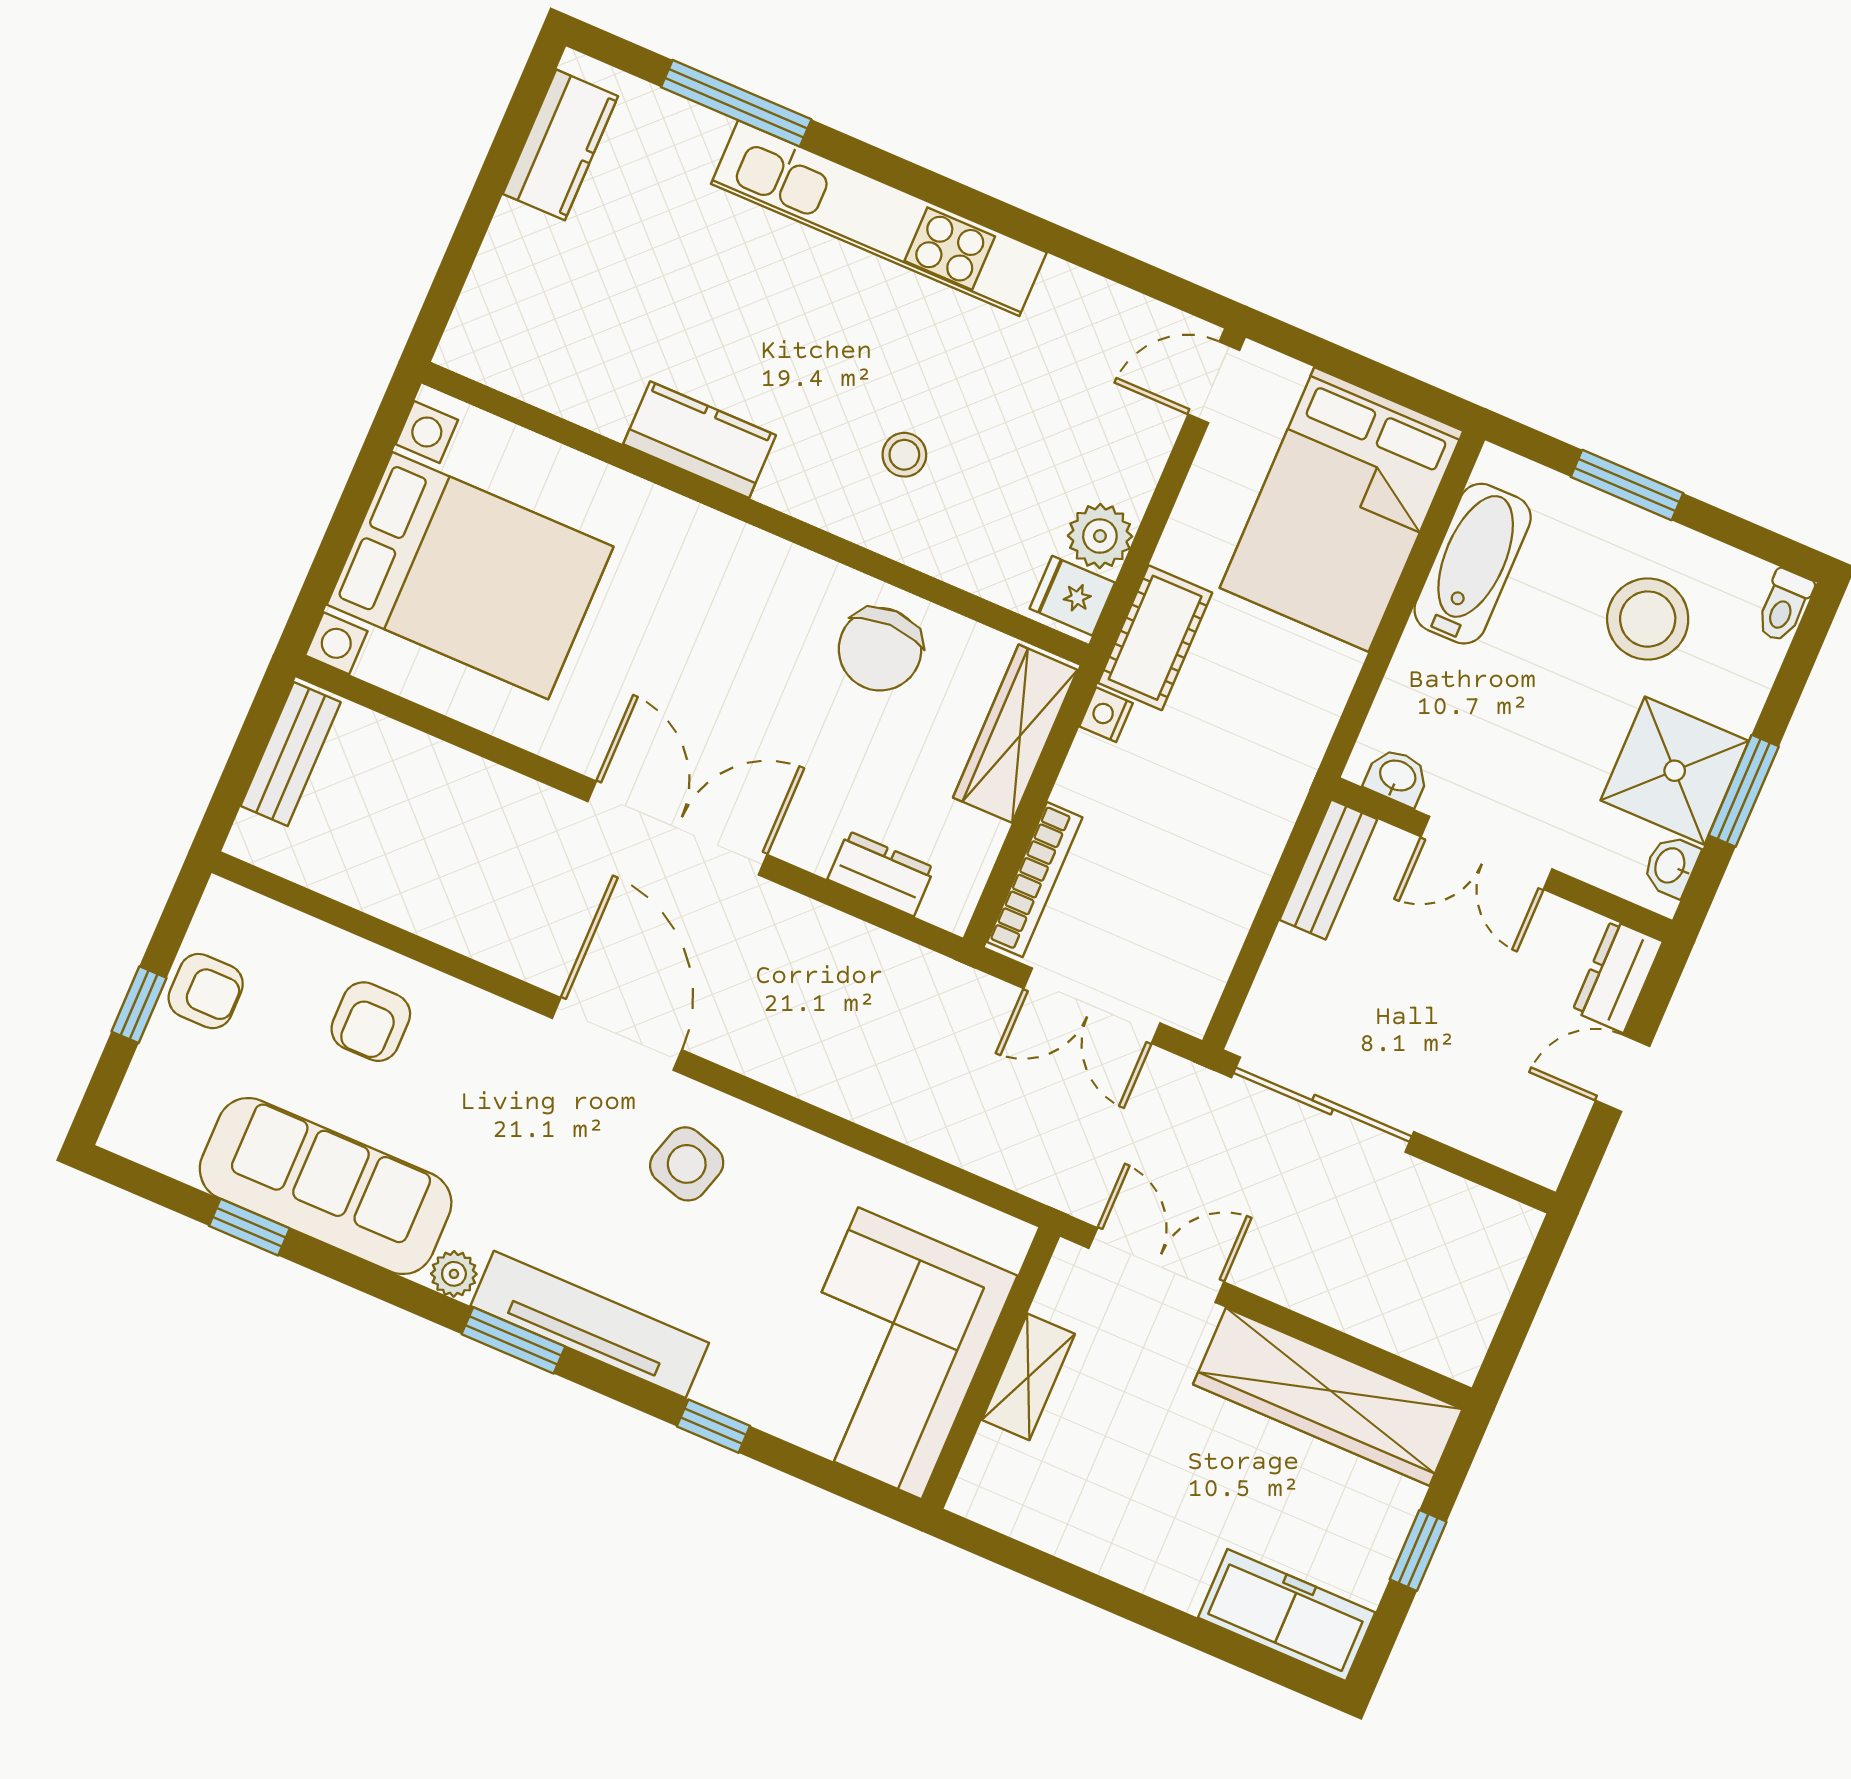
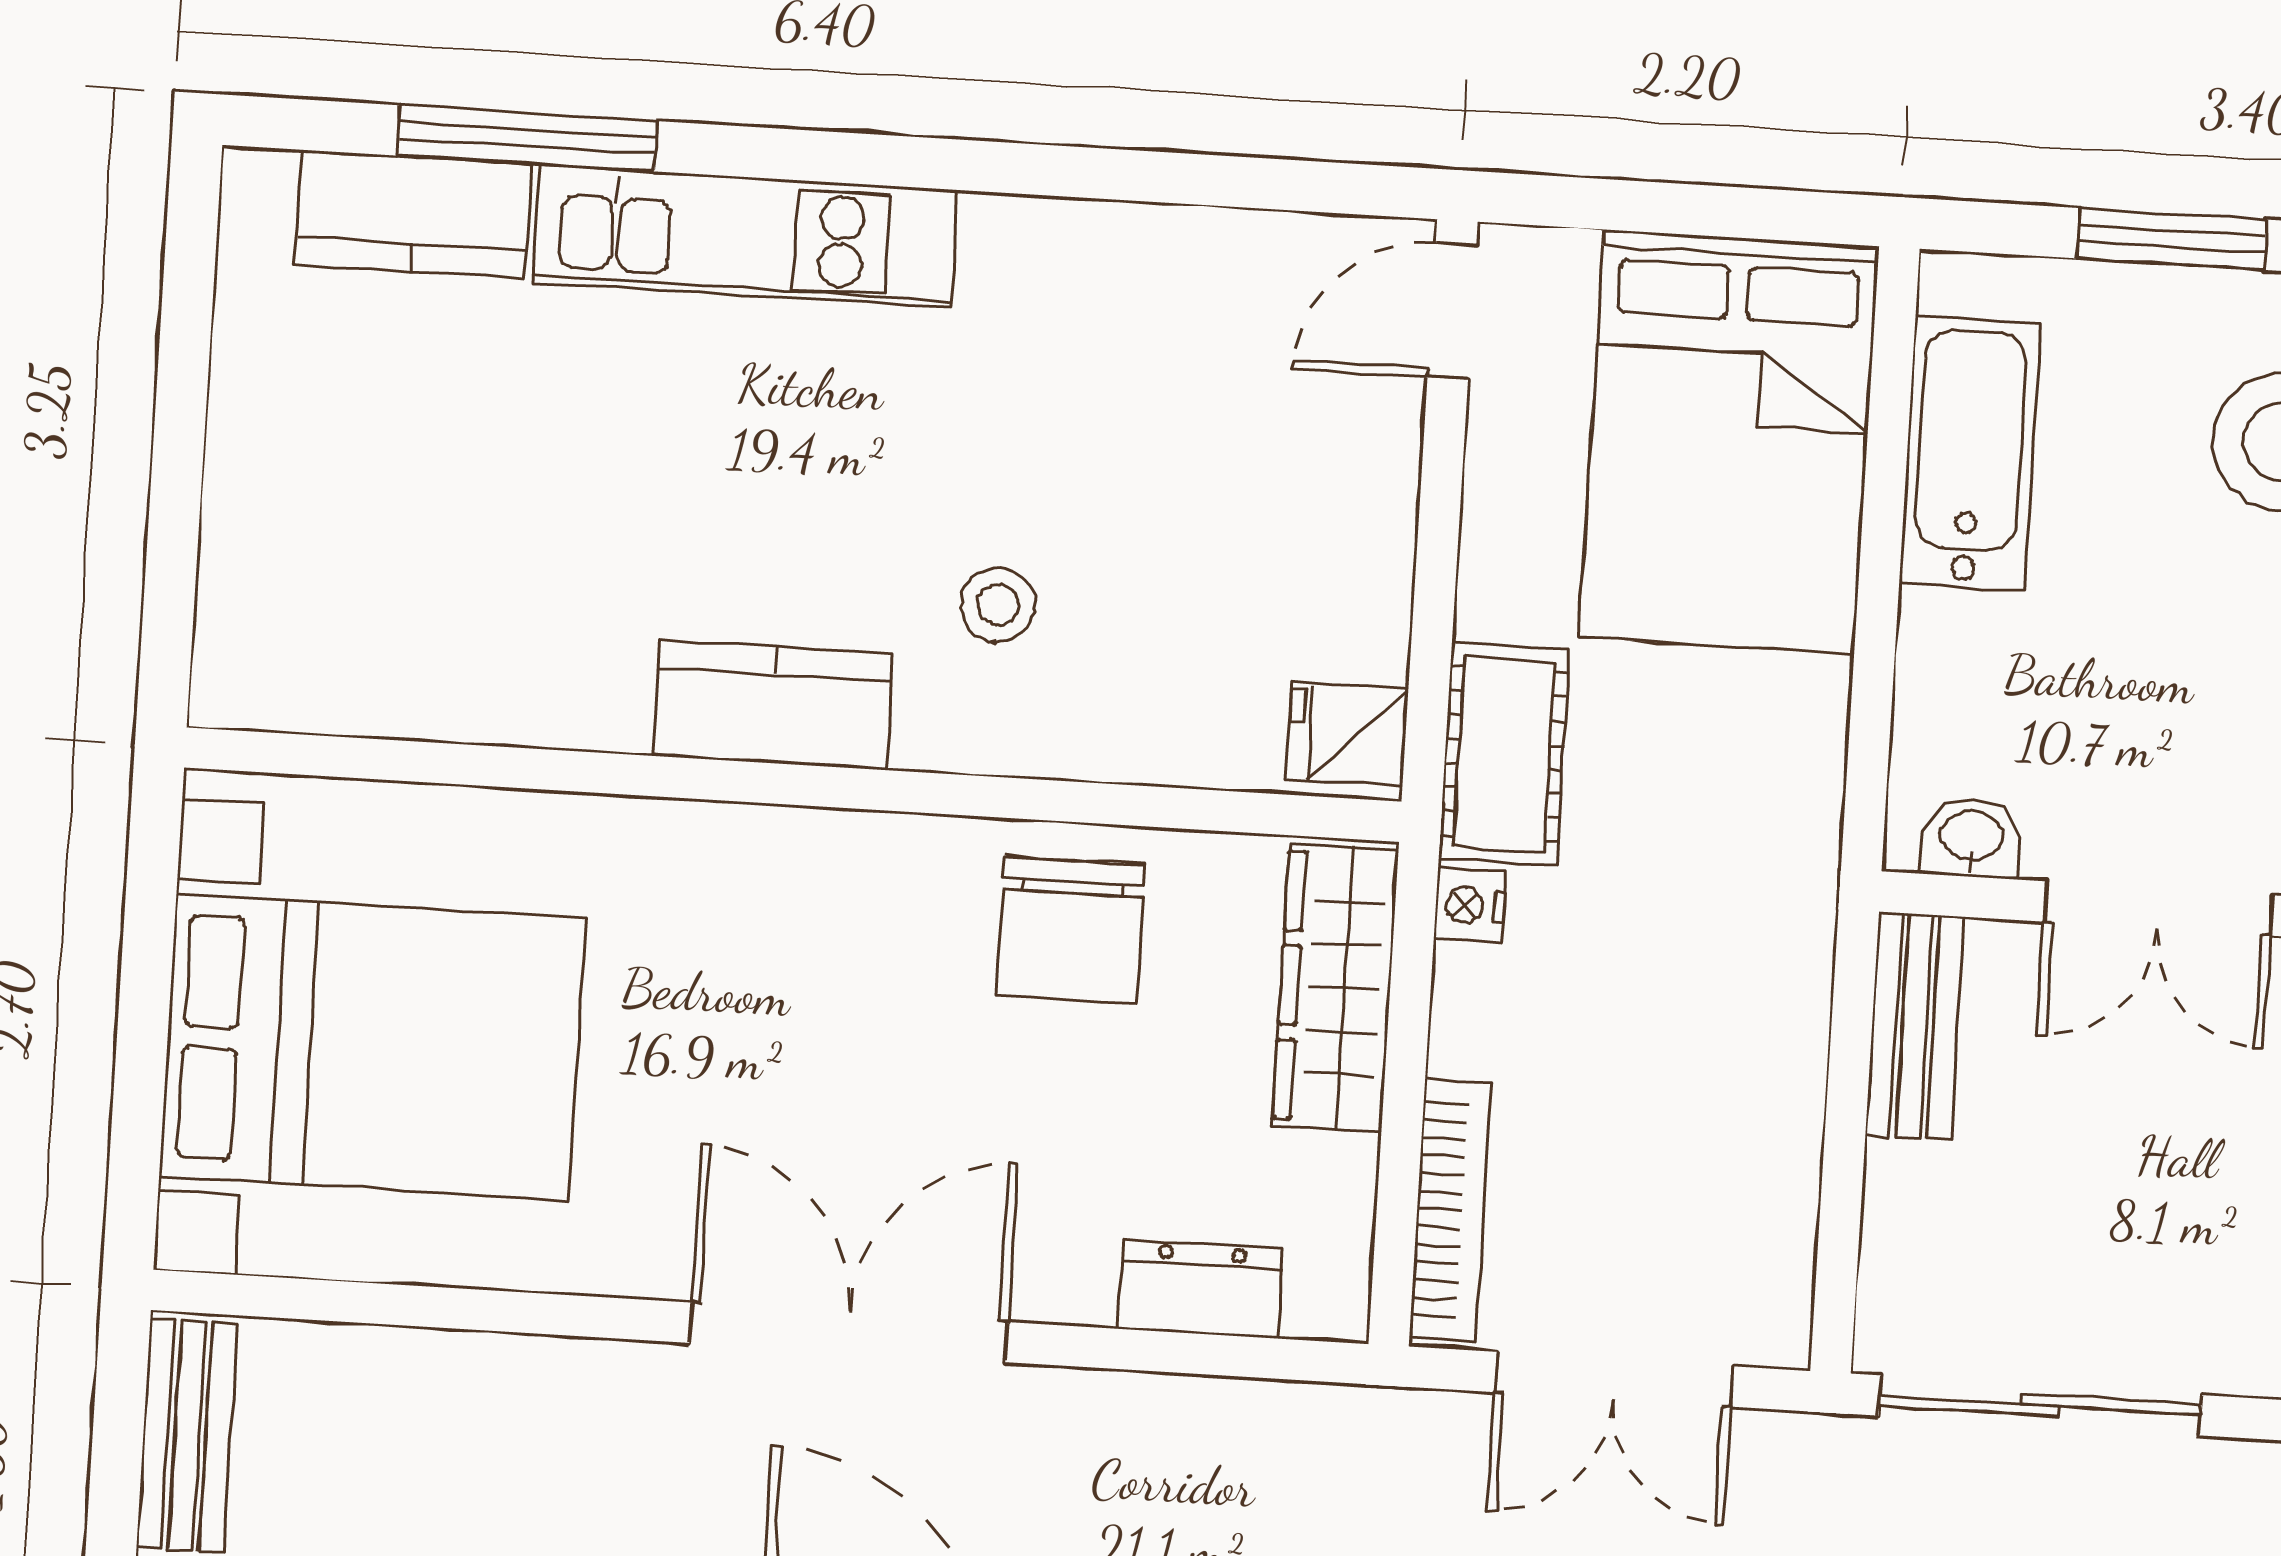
kitchen counter: (560, 145) -> (414, 214), moved, turned 90
kitchen unit: (879, 218) -> (745, 236), width x0.73
kitchen counter: (700, 440) -> (773, 705), moved
plant: (1100, 536) -> (1358, 623), removed

